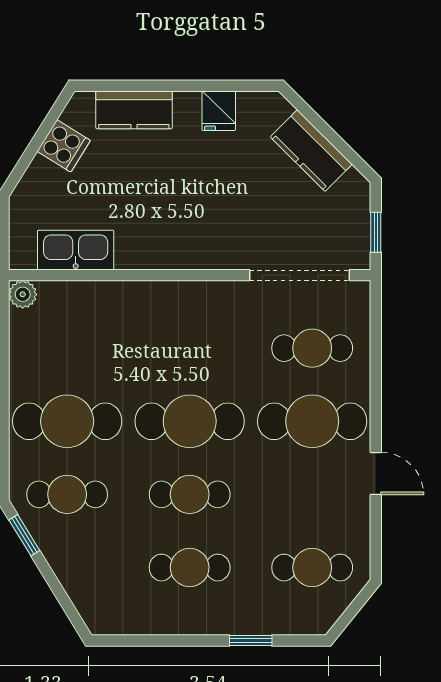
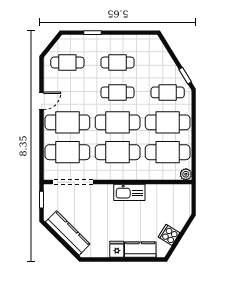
fridge: (219, 111) -> (117, 249), moved
kitchen counter: (311, 151) -> (68, 233), width x1.50
kitchen sink: (76, 250) -> (129, 192), moved
cafe table: (67, 348) -> (168, 152), added
cafe table: (190, 348) -> (118, 152), added
cafe table: (312, 348) -> (67, 152), width x1.37, depth x1.35
door: (376, 473) -> (41, 101), swing flipped

